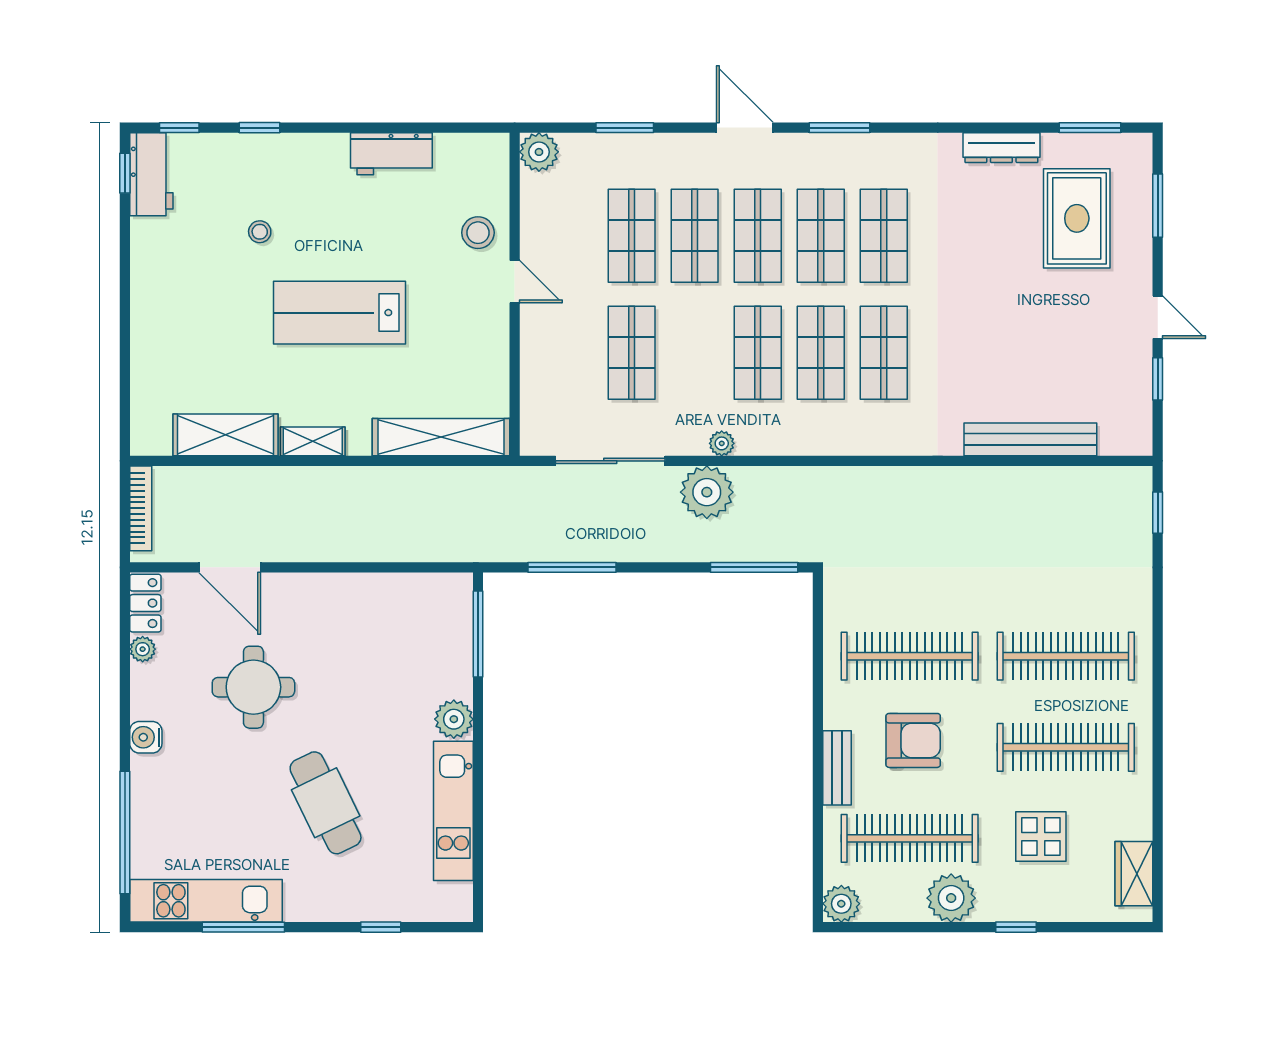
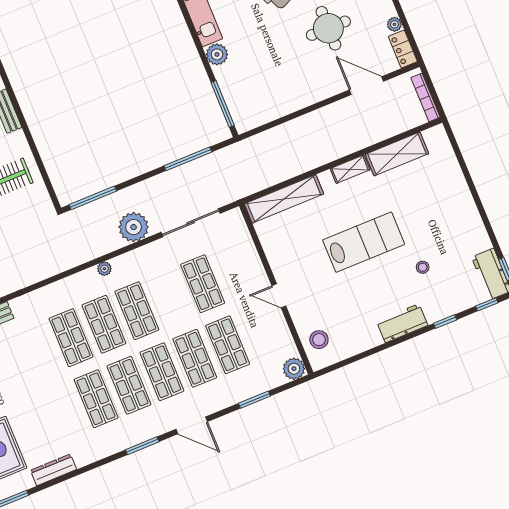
workbench: (391, 154) -> (402, 323), moved
stool: (478, 233) -> (319, 340), moved
plant: (722, 443) -> (104, 269), moved

